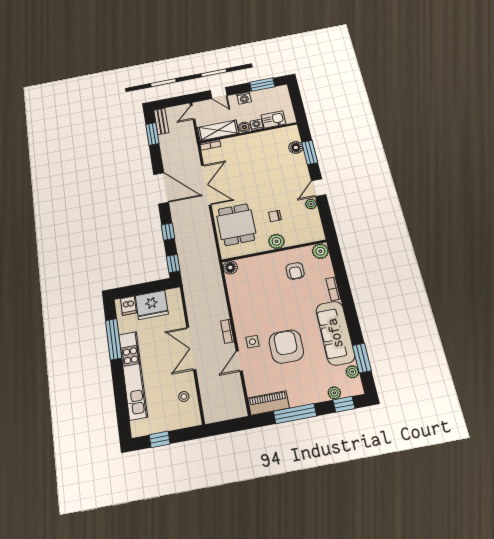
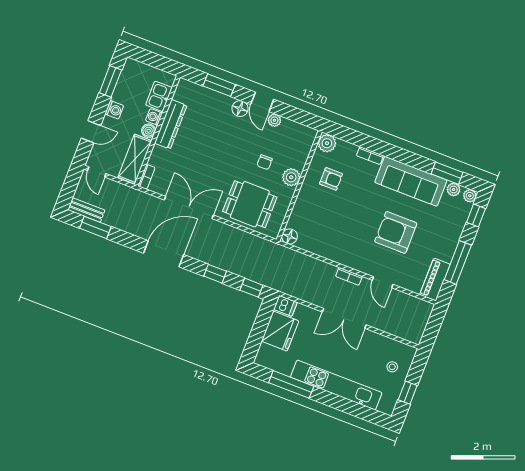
dresser: (259, 138) -> (171, 124), added
floor lamp: (296, 147) -> (240, 109), moved
dishwasher: (128, 306) -> (285, 306), moved
side table: (252, 342) -> (373, 260), removed
plant: (334, 393) -> (470, 196), moved
stool: (184, 396) -> (392, 367), moved

